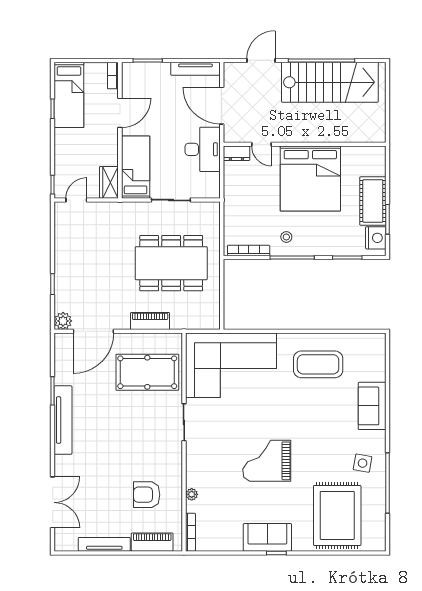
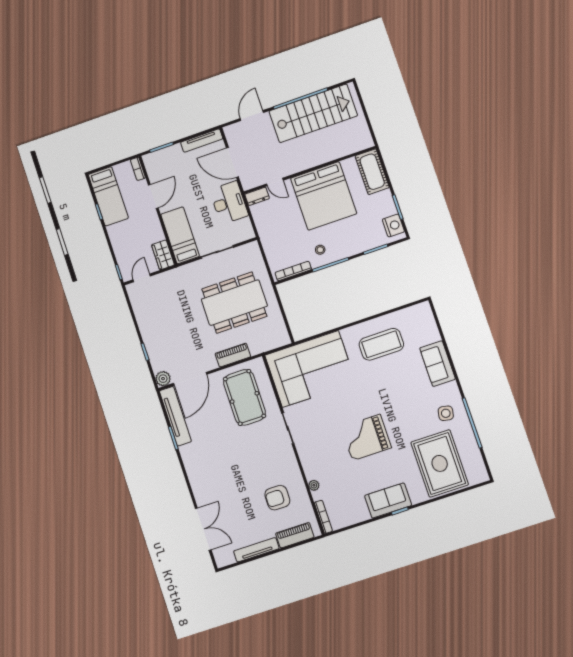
cot: (373, 201) -> (372, 172), moved
pool table: (147, 372) -> (244, 397), turned 90
tv unit: (63, 420) -> (175, 416), moved

